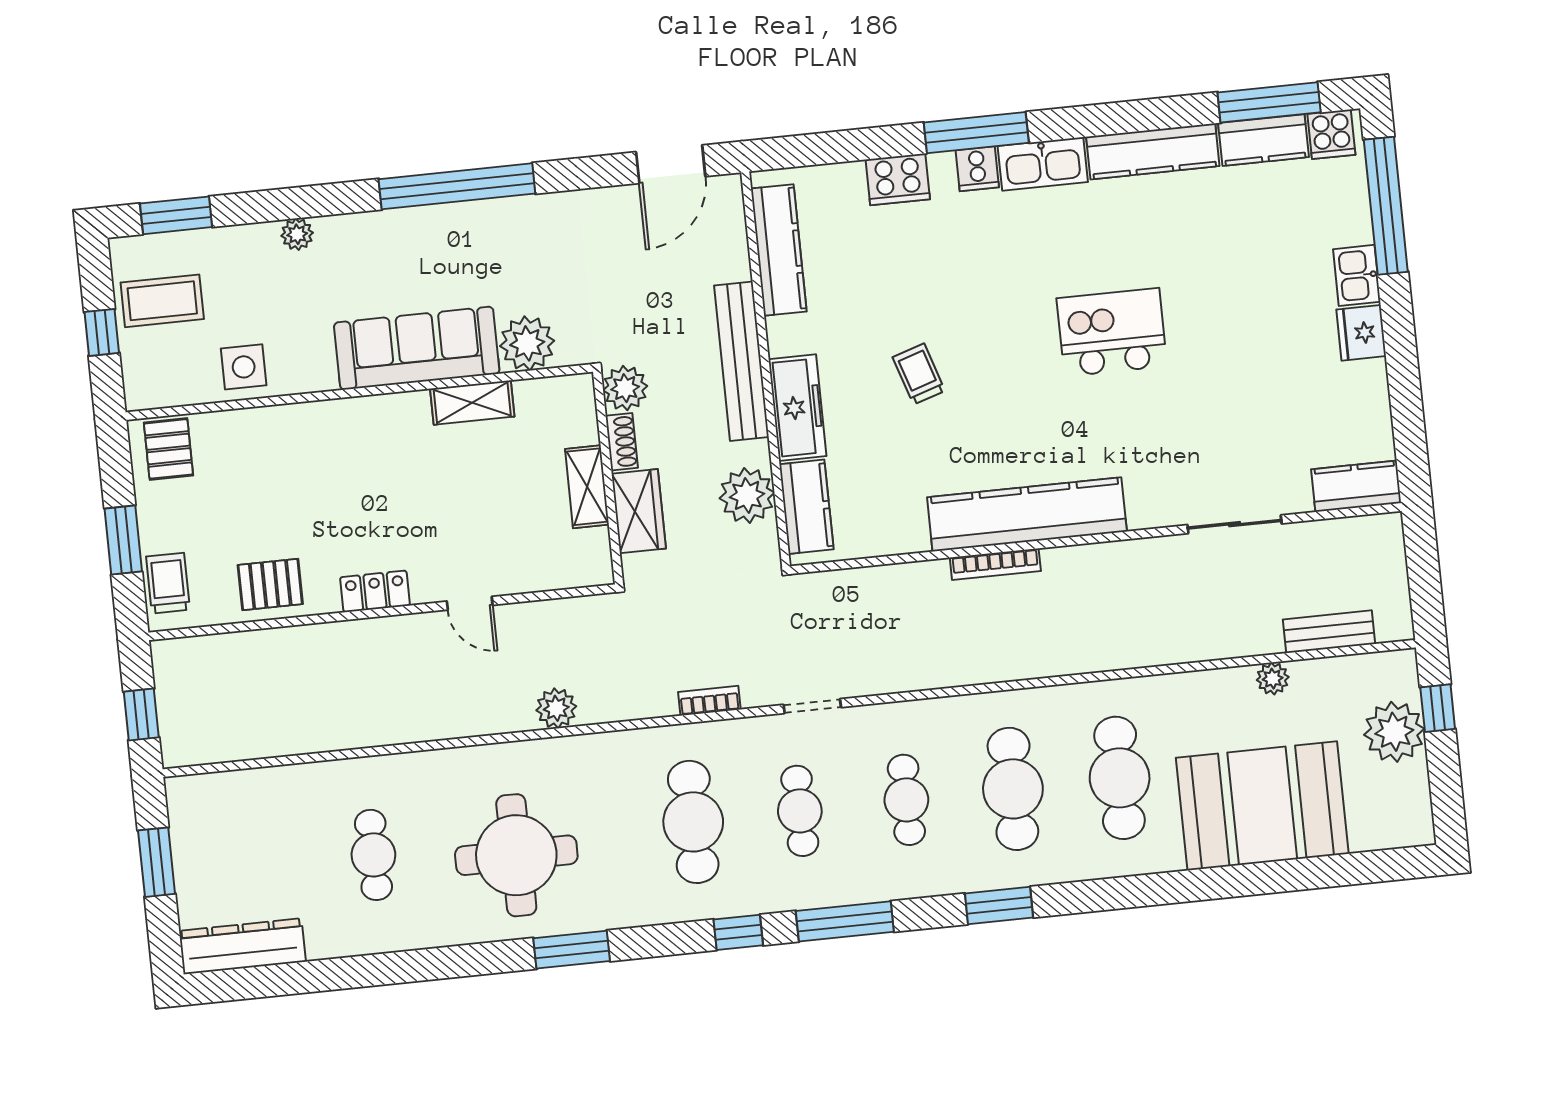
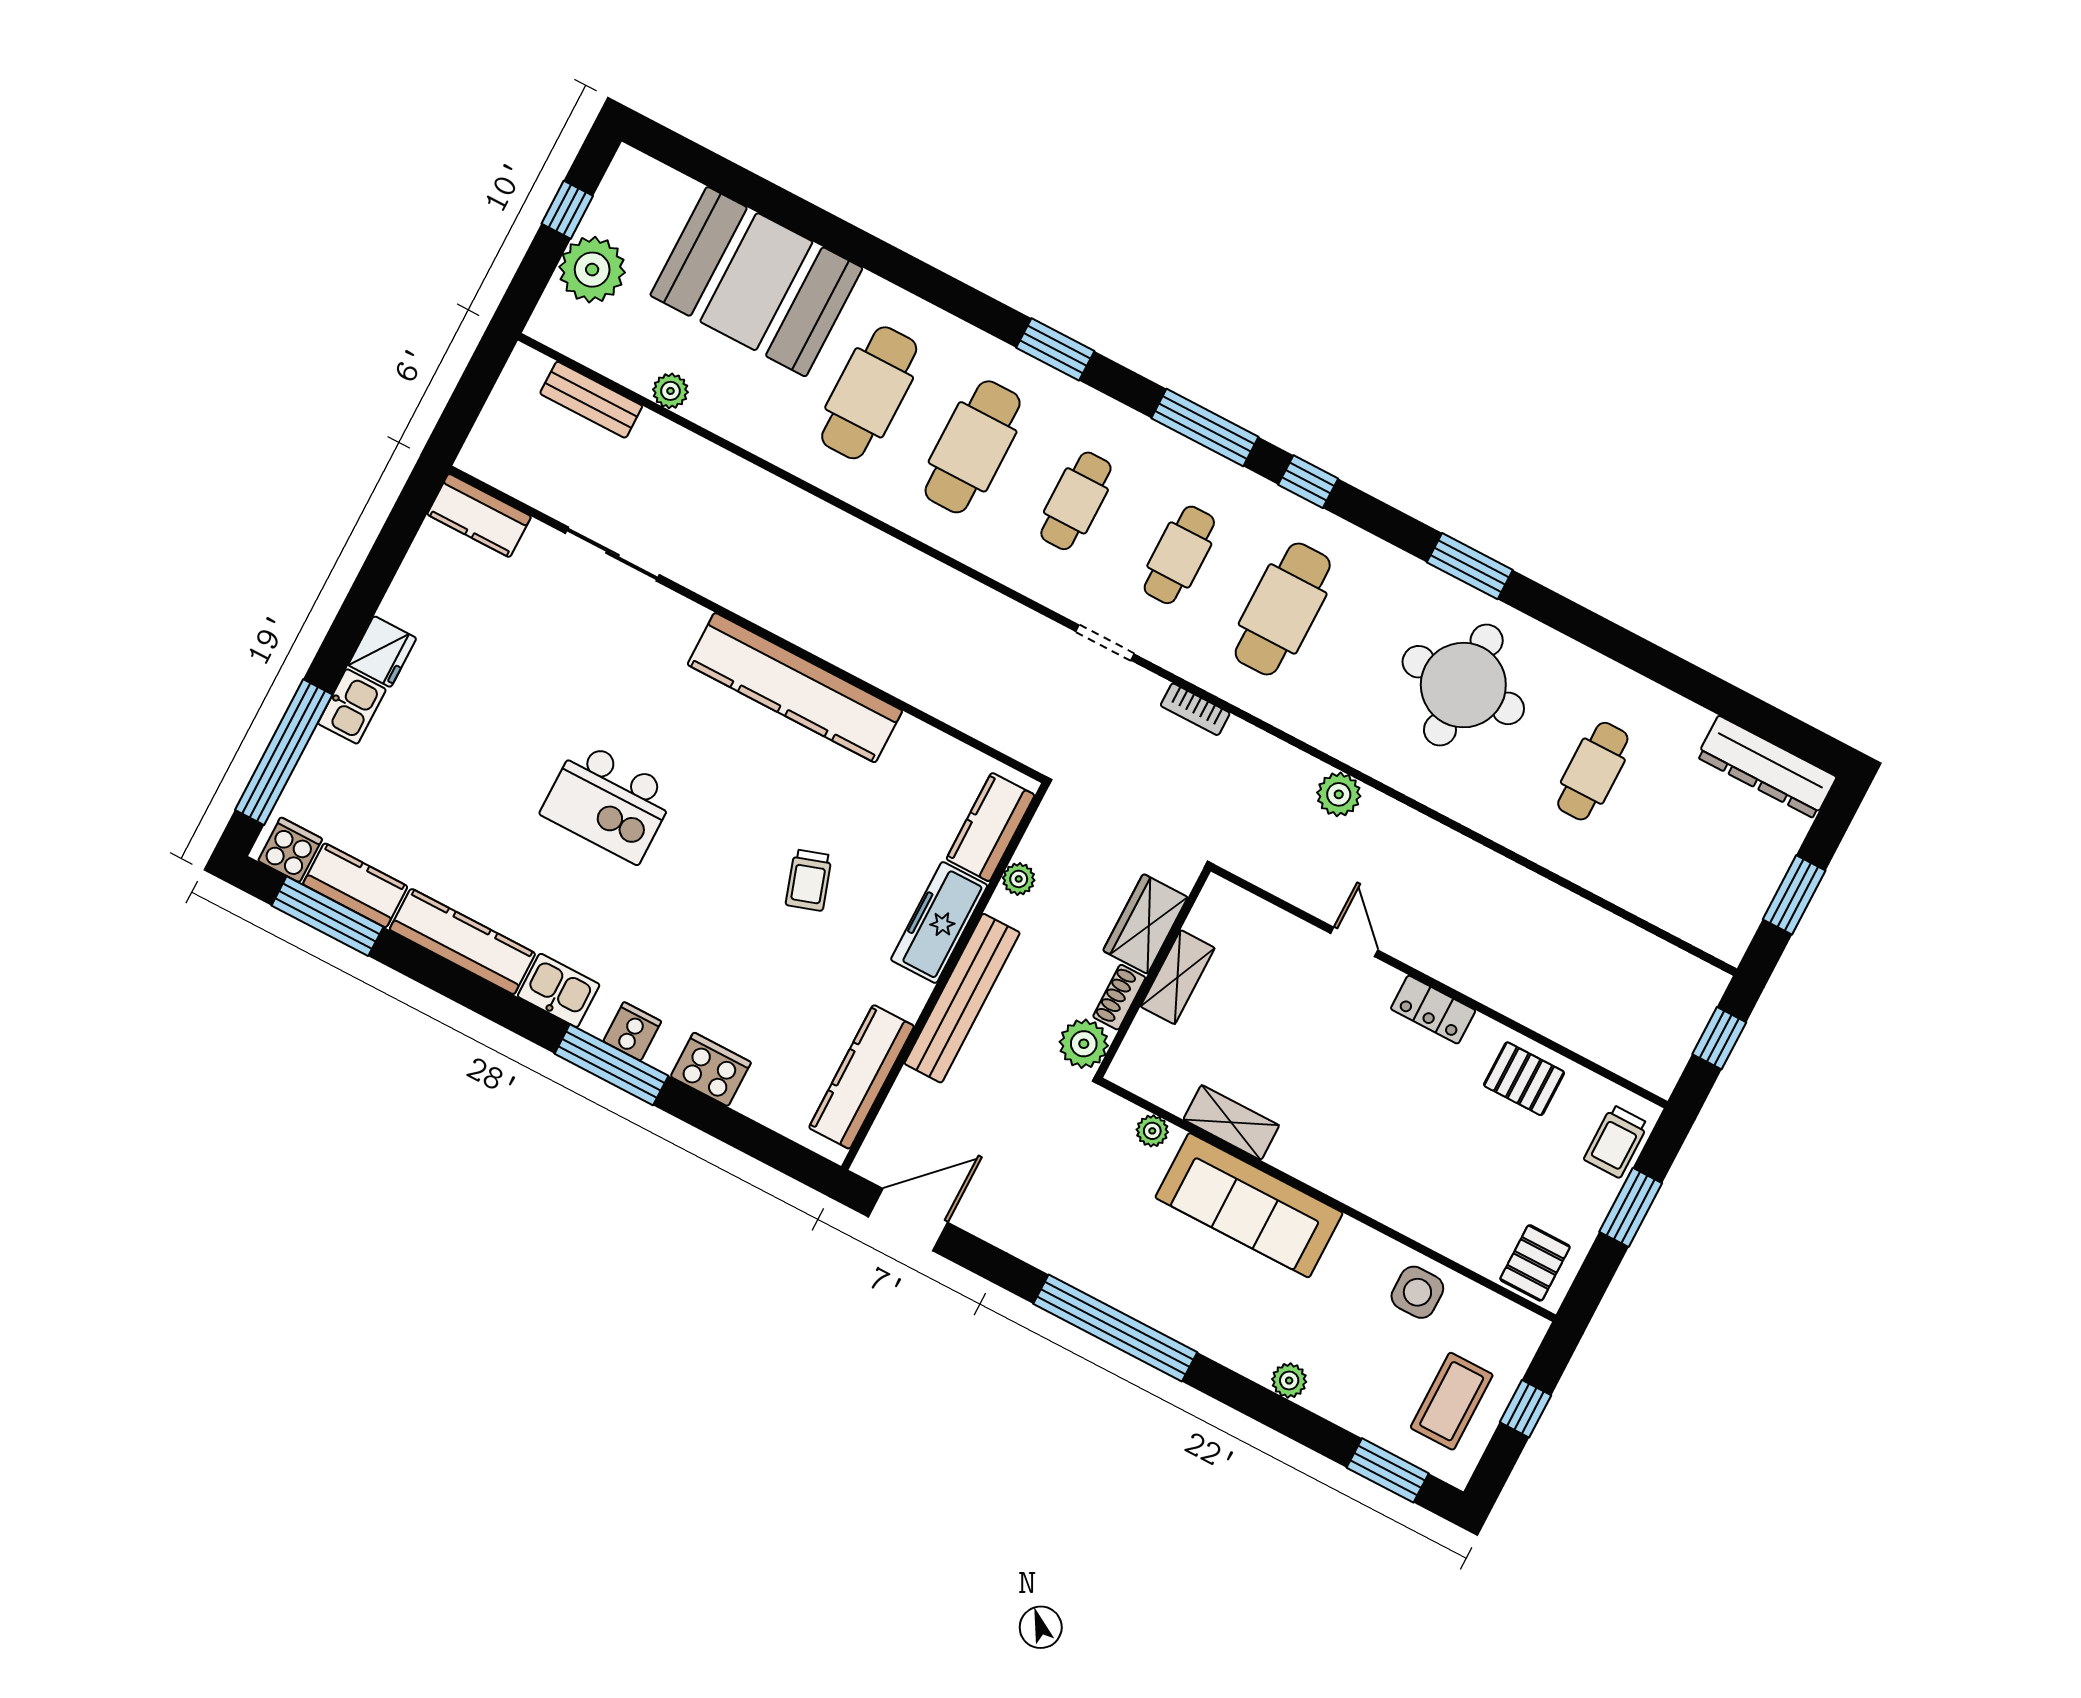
kitchen sink: (1043, 164) -> (559, 990), width x0.73
coffee table: (162, 301) -> (1452, 1401), turned 90
plant: (527, 343) -> (1152, 1131), width x0.53, depth x0.53
plant: (747, 495) -> (1019, 879), width x0.53, depth x0.53
bookcase: (995, 564) -> (854, 661), removed
window: (1438, 708) -> (567, 210), moved

